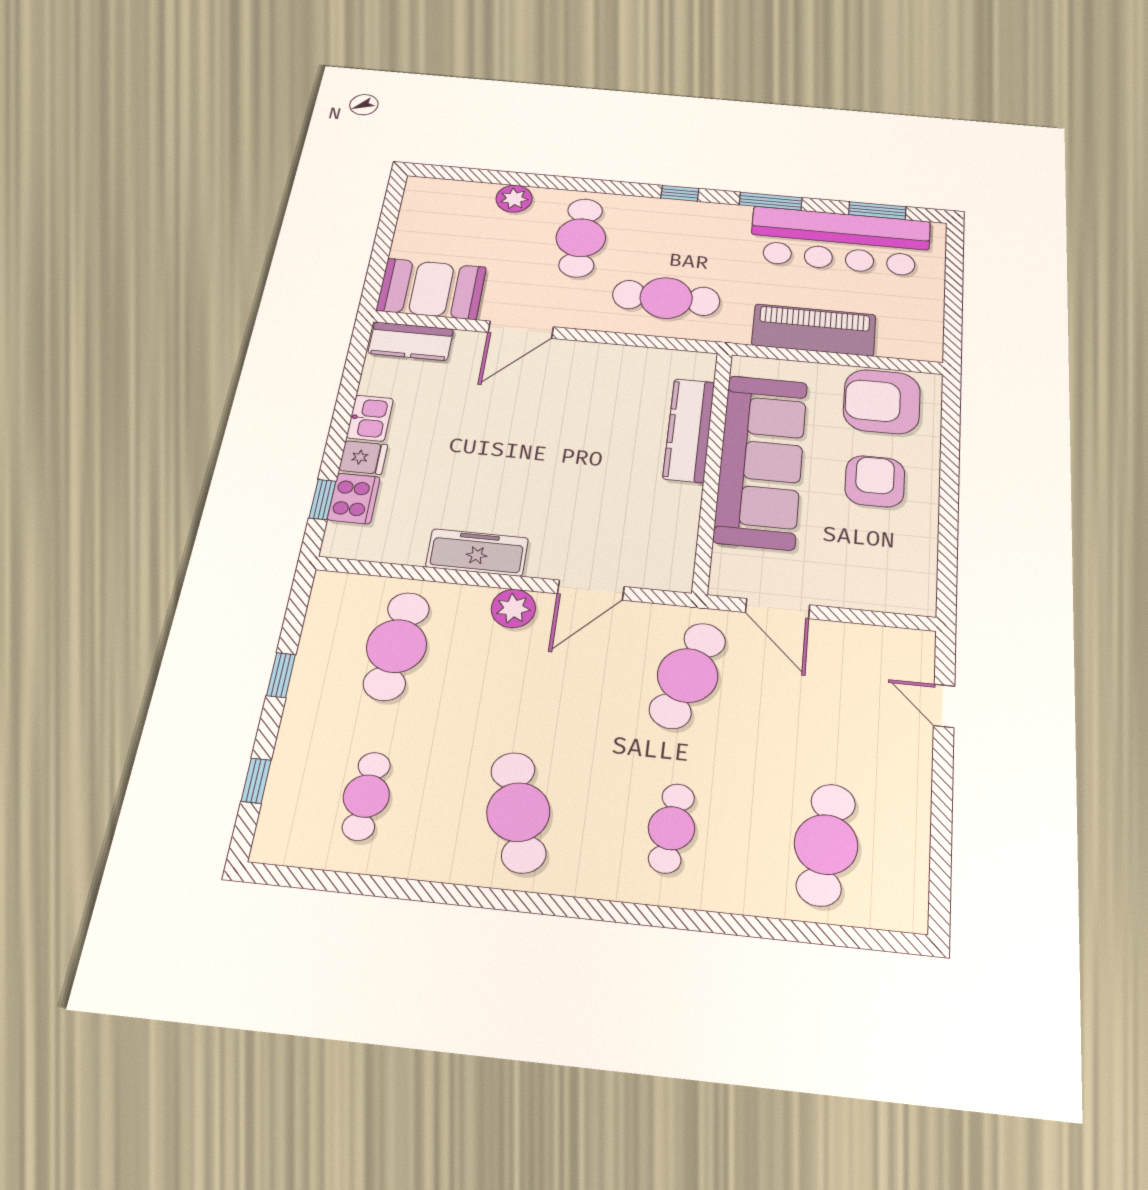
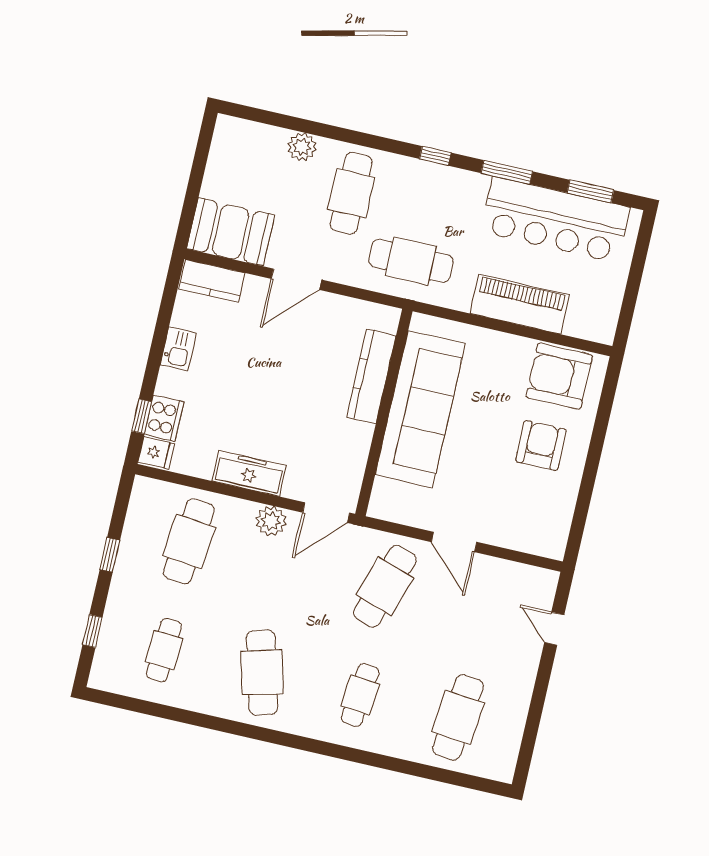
kitchen counter: (689, 430) -> (371, 376), moved
fridge: (363, 457) -> (156, 453), moved
sofa: (761, 461) -> (420, 409), moved
wall: (713, 469) -> (384, 413), moved

